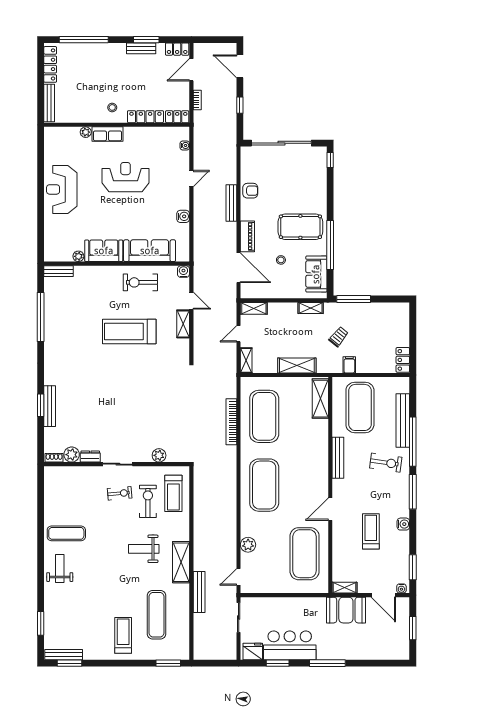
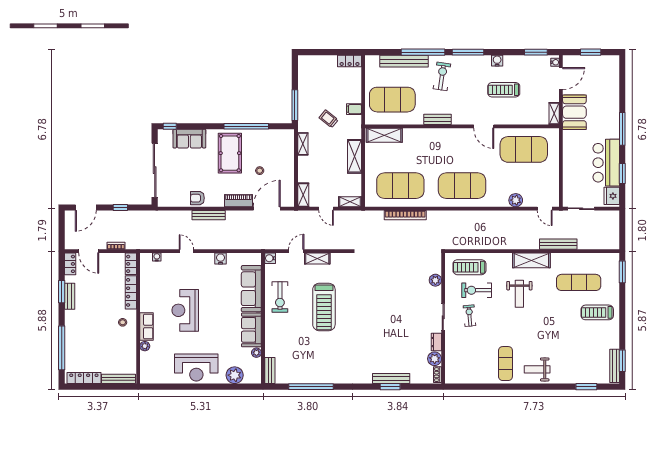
armchair: (250, 191) -> (197, 198), turned -90
plant: (53, 232) -> (235, 375), added
sofa: (316, 274) -> (189, 139), moved
bench: (338, 458) -> (437, 119), width x0.73
treadmill: (173, 493) -> (469, 267), turned 180

